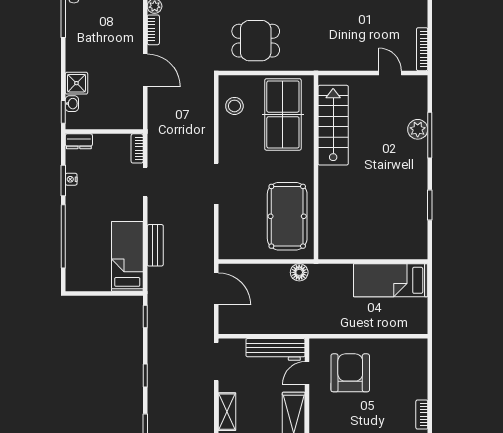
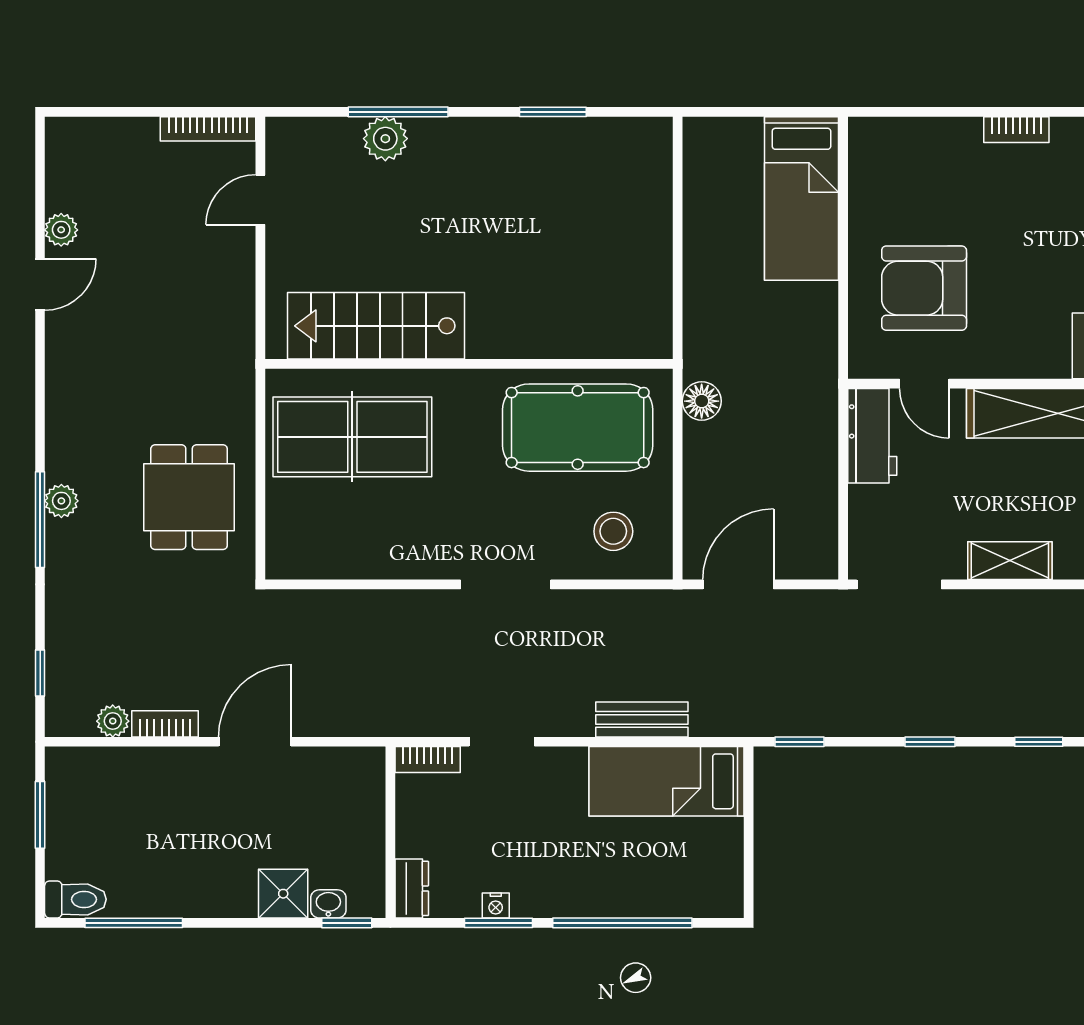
stool: (234, 106) -> (613, 531), moved
bed: (391, 280) -> (801, 199), moved
workbench: (275, 349) -> (872, 436), width x0.73

